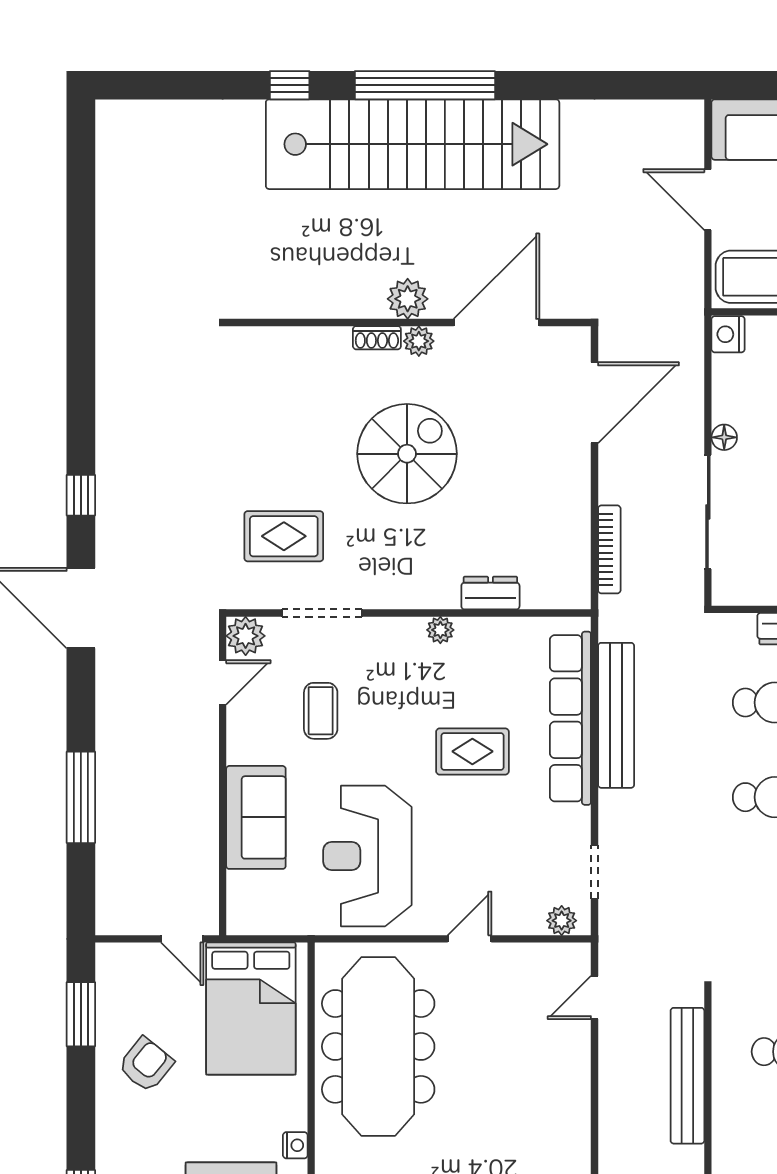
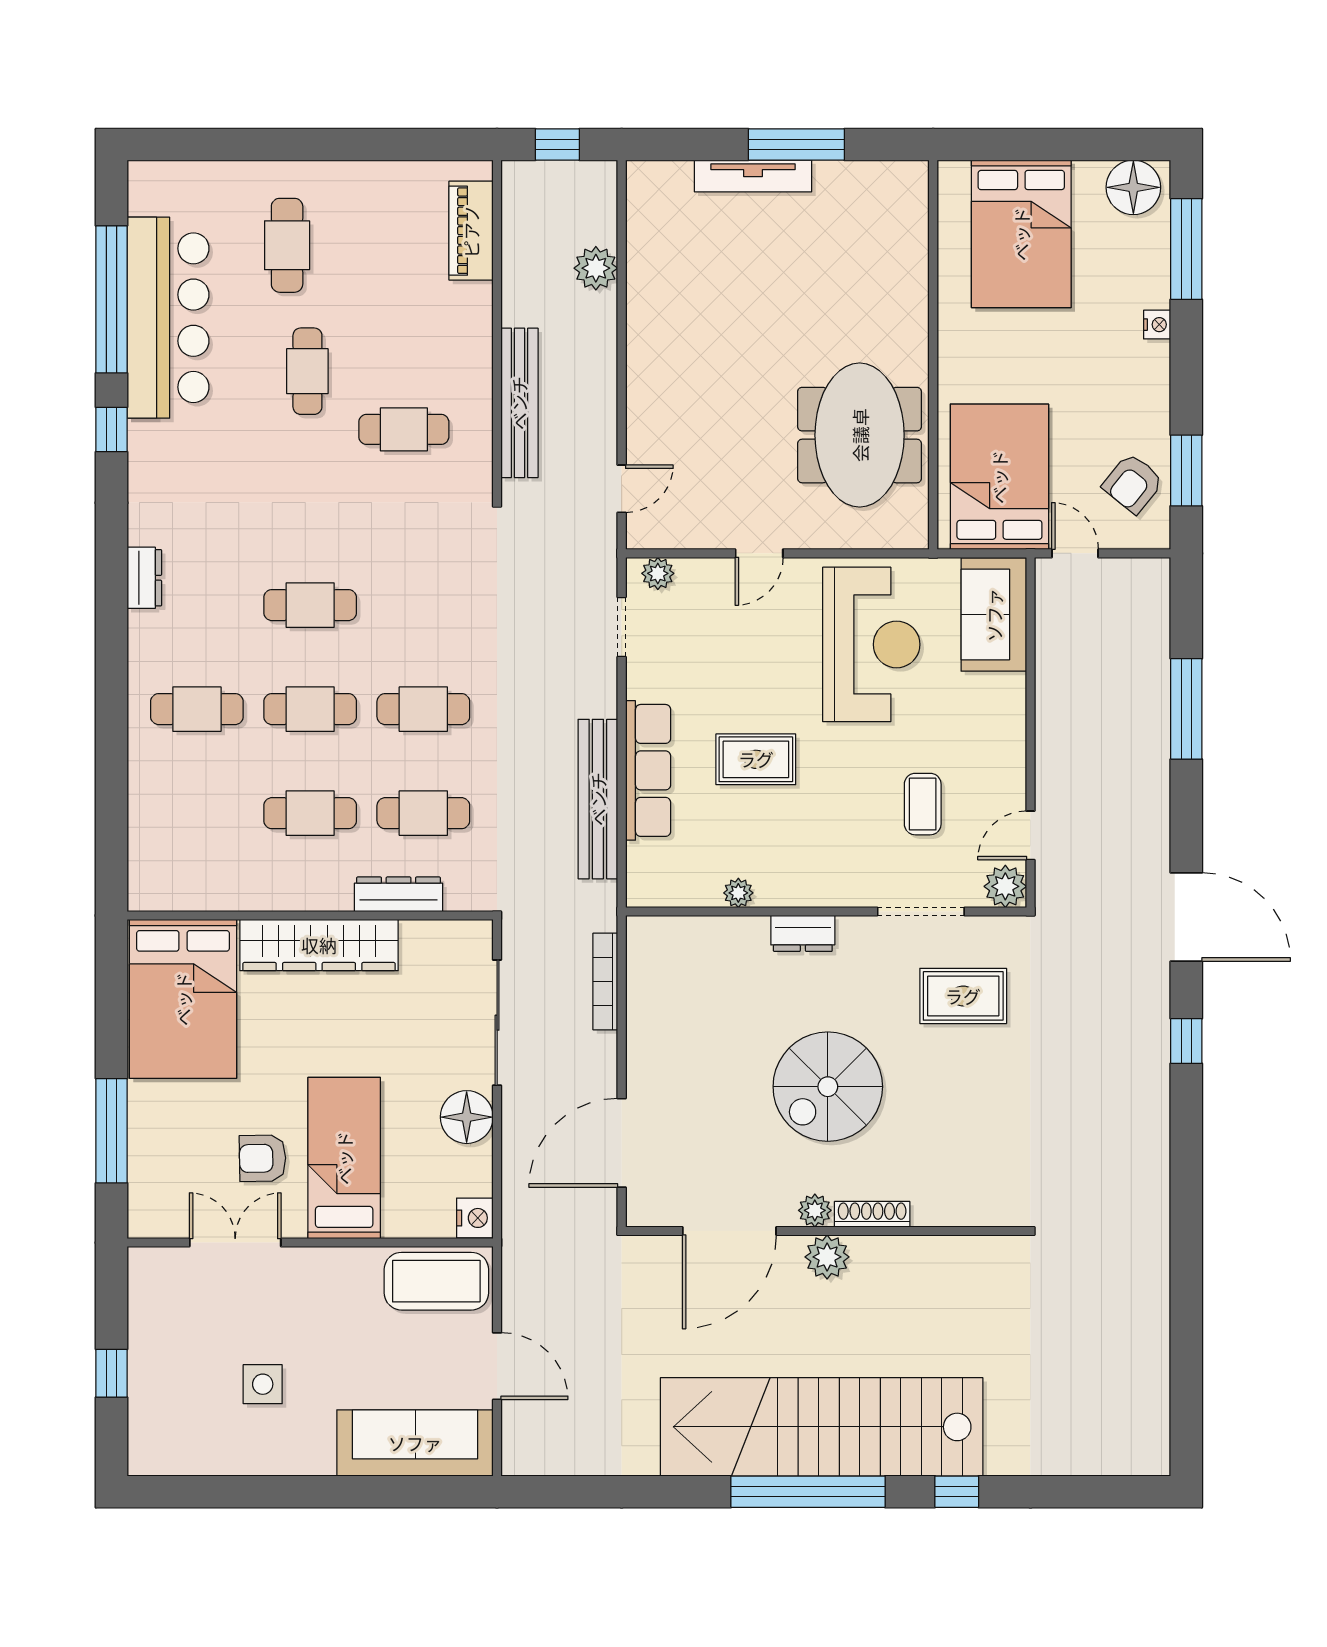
shoe rack: (377, 338) -> (872, 1214), width x1.43
floor lamp: (724, 437) -> (467, 1117), width x1.89, depth x1.89
dresser: (490, 593) -> (803, 933), moved
plant: (440, 630) -> (738, 893), moved
row of seats: (570, 718) -> (648, 770), width x0.73
sofa: (256, 817) -> (994, 615), moved
meeting table: (378, 1046) -> (860, 435), width x0.73
armchair: (146, 1065) -> (1133, 483), moved
nightstand: (295, 1145) -> (1157, 325), moved, turned 180

